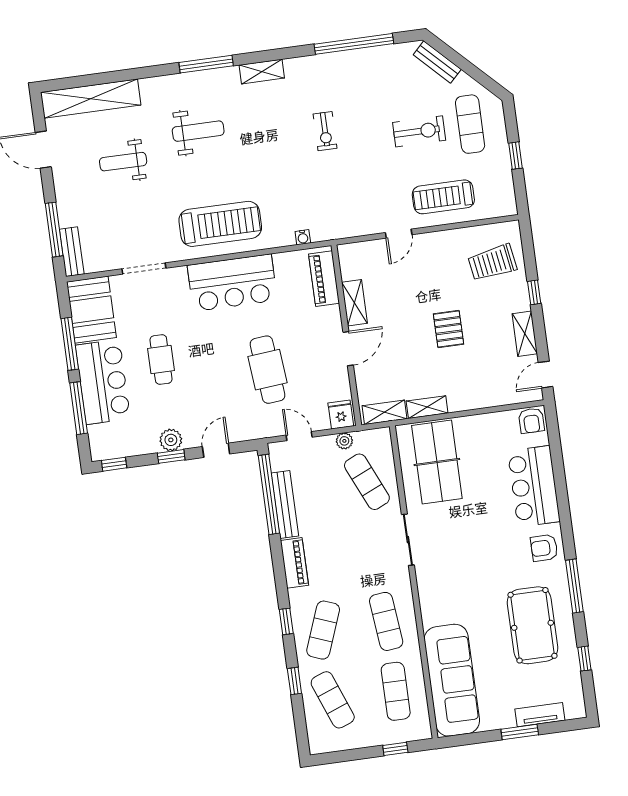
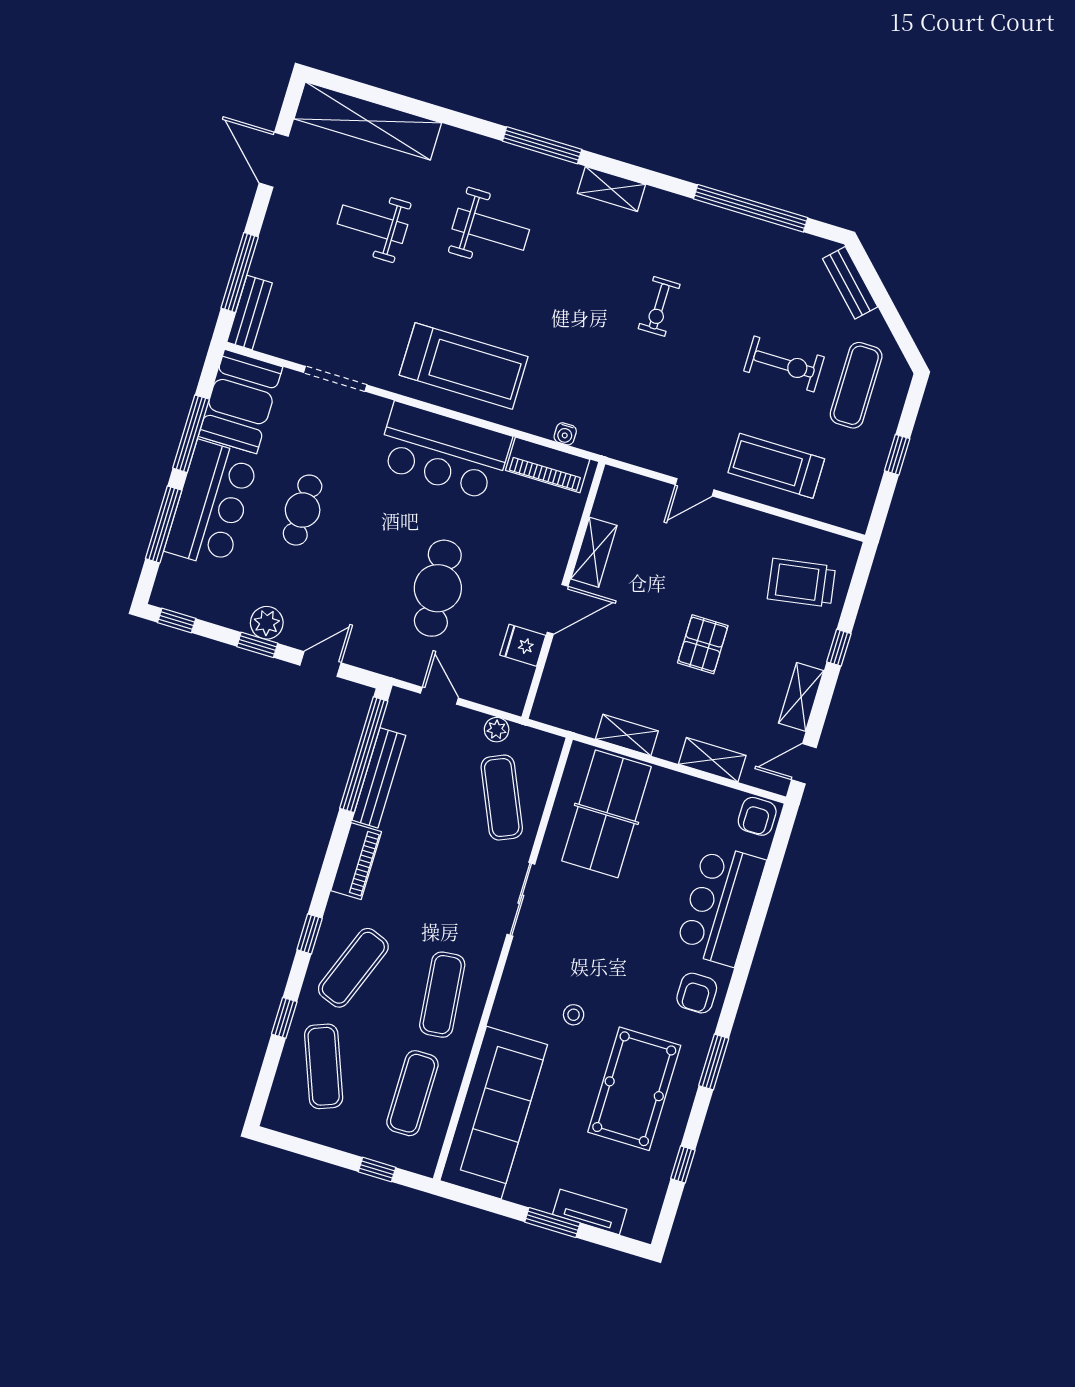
piano: (324, 279) -> (548, 465), moved, turned -90
shelving: (385, 412) -> (712, 760), moved
fridge: (341, 415) -> (523, 645), moved, turned -90
armchair: (544, 548) -> (697, 993), turned -90
window: (574, 586) -> (714, 1062), width x0.69
stool: (474, 597) -> (574, 1015), added

